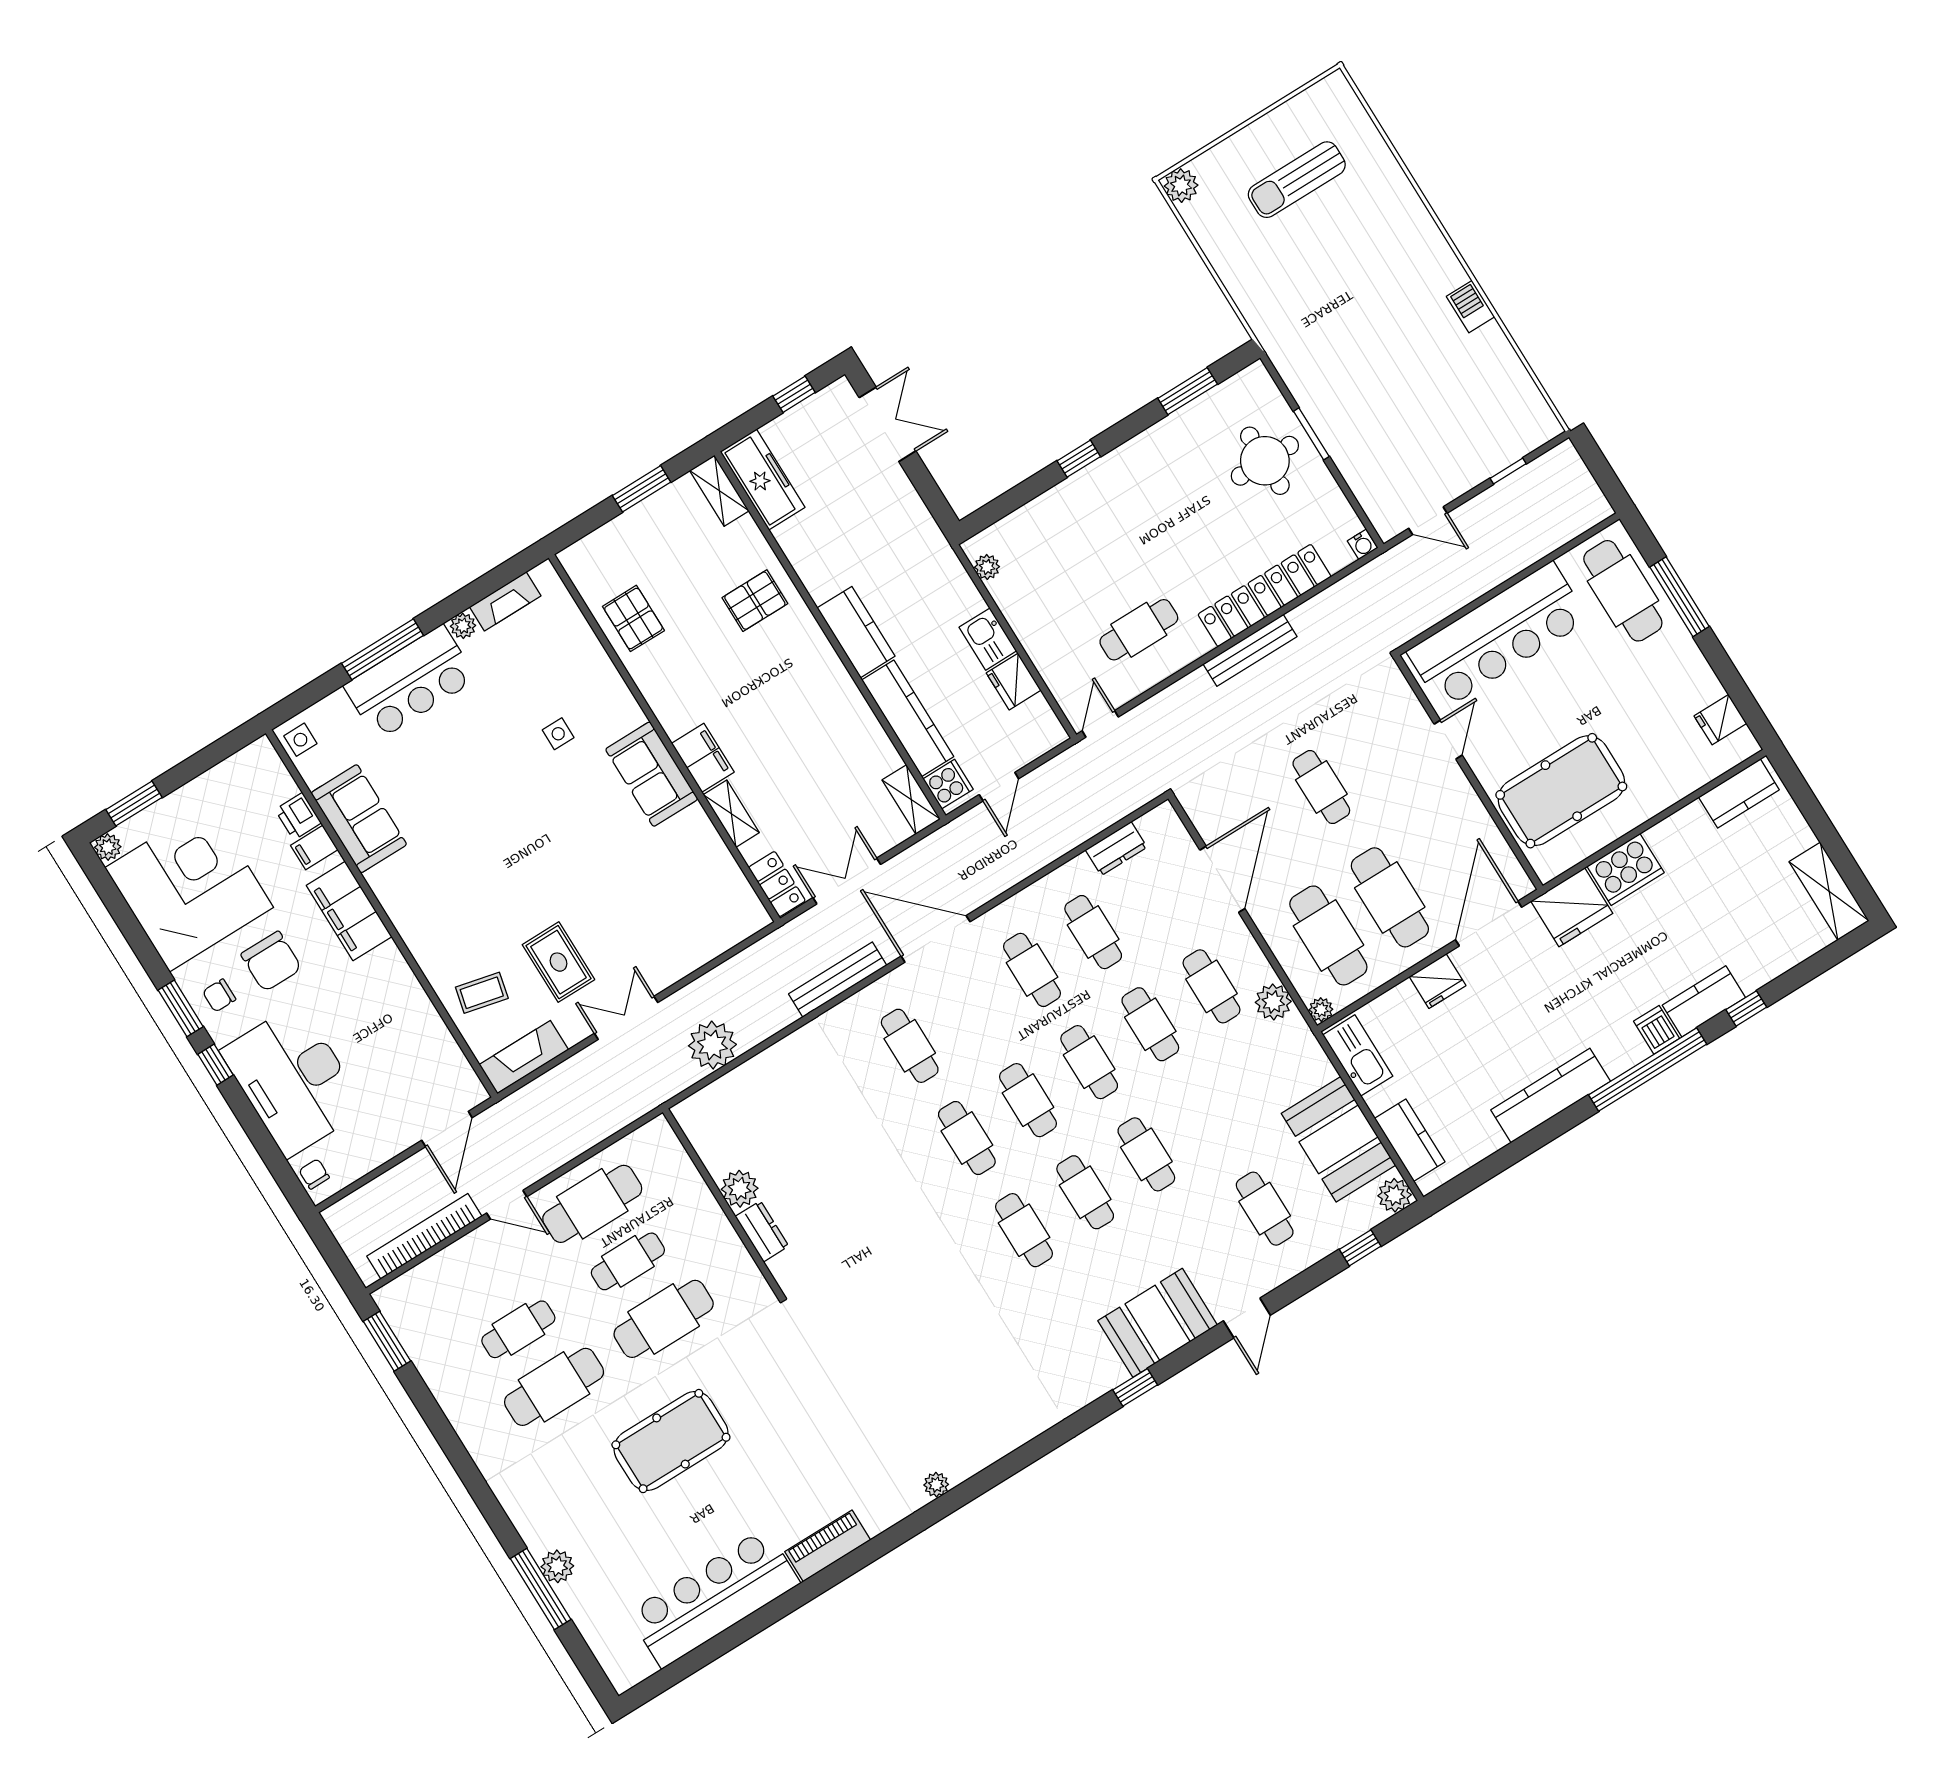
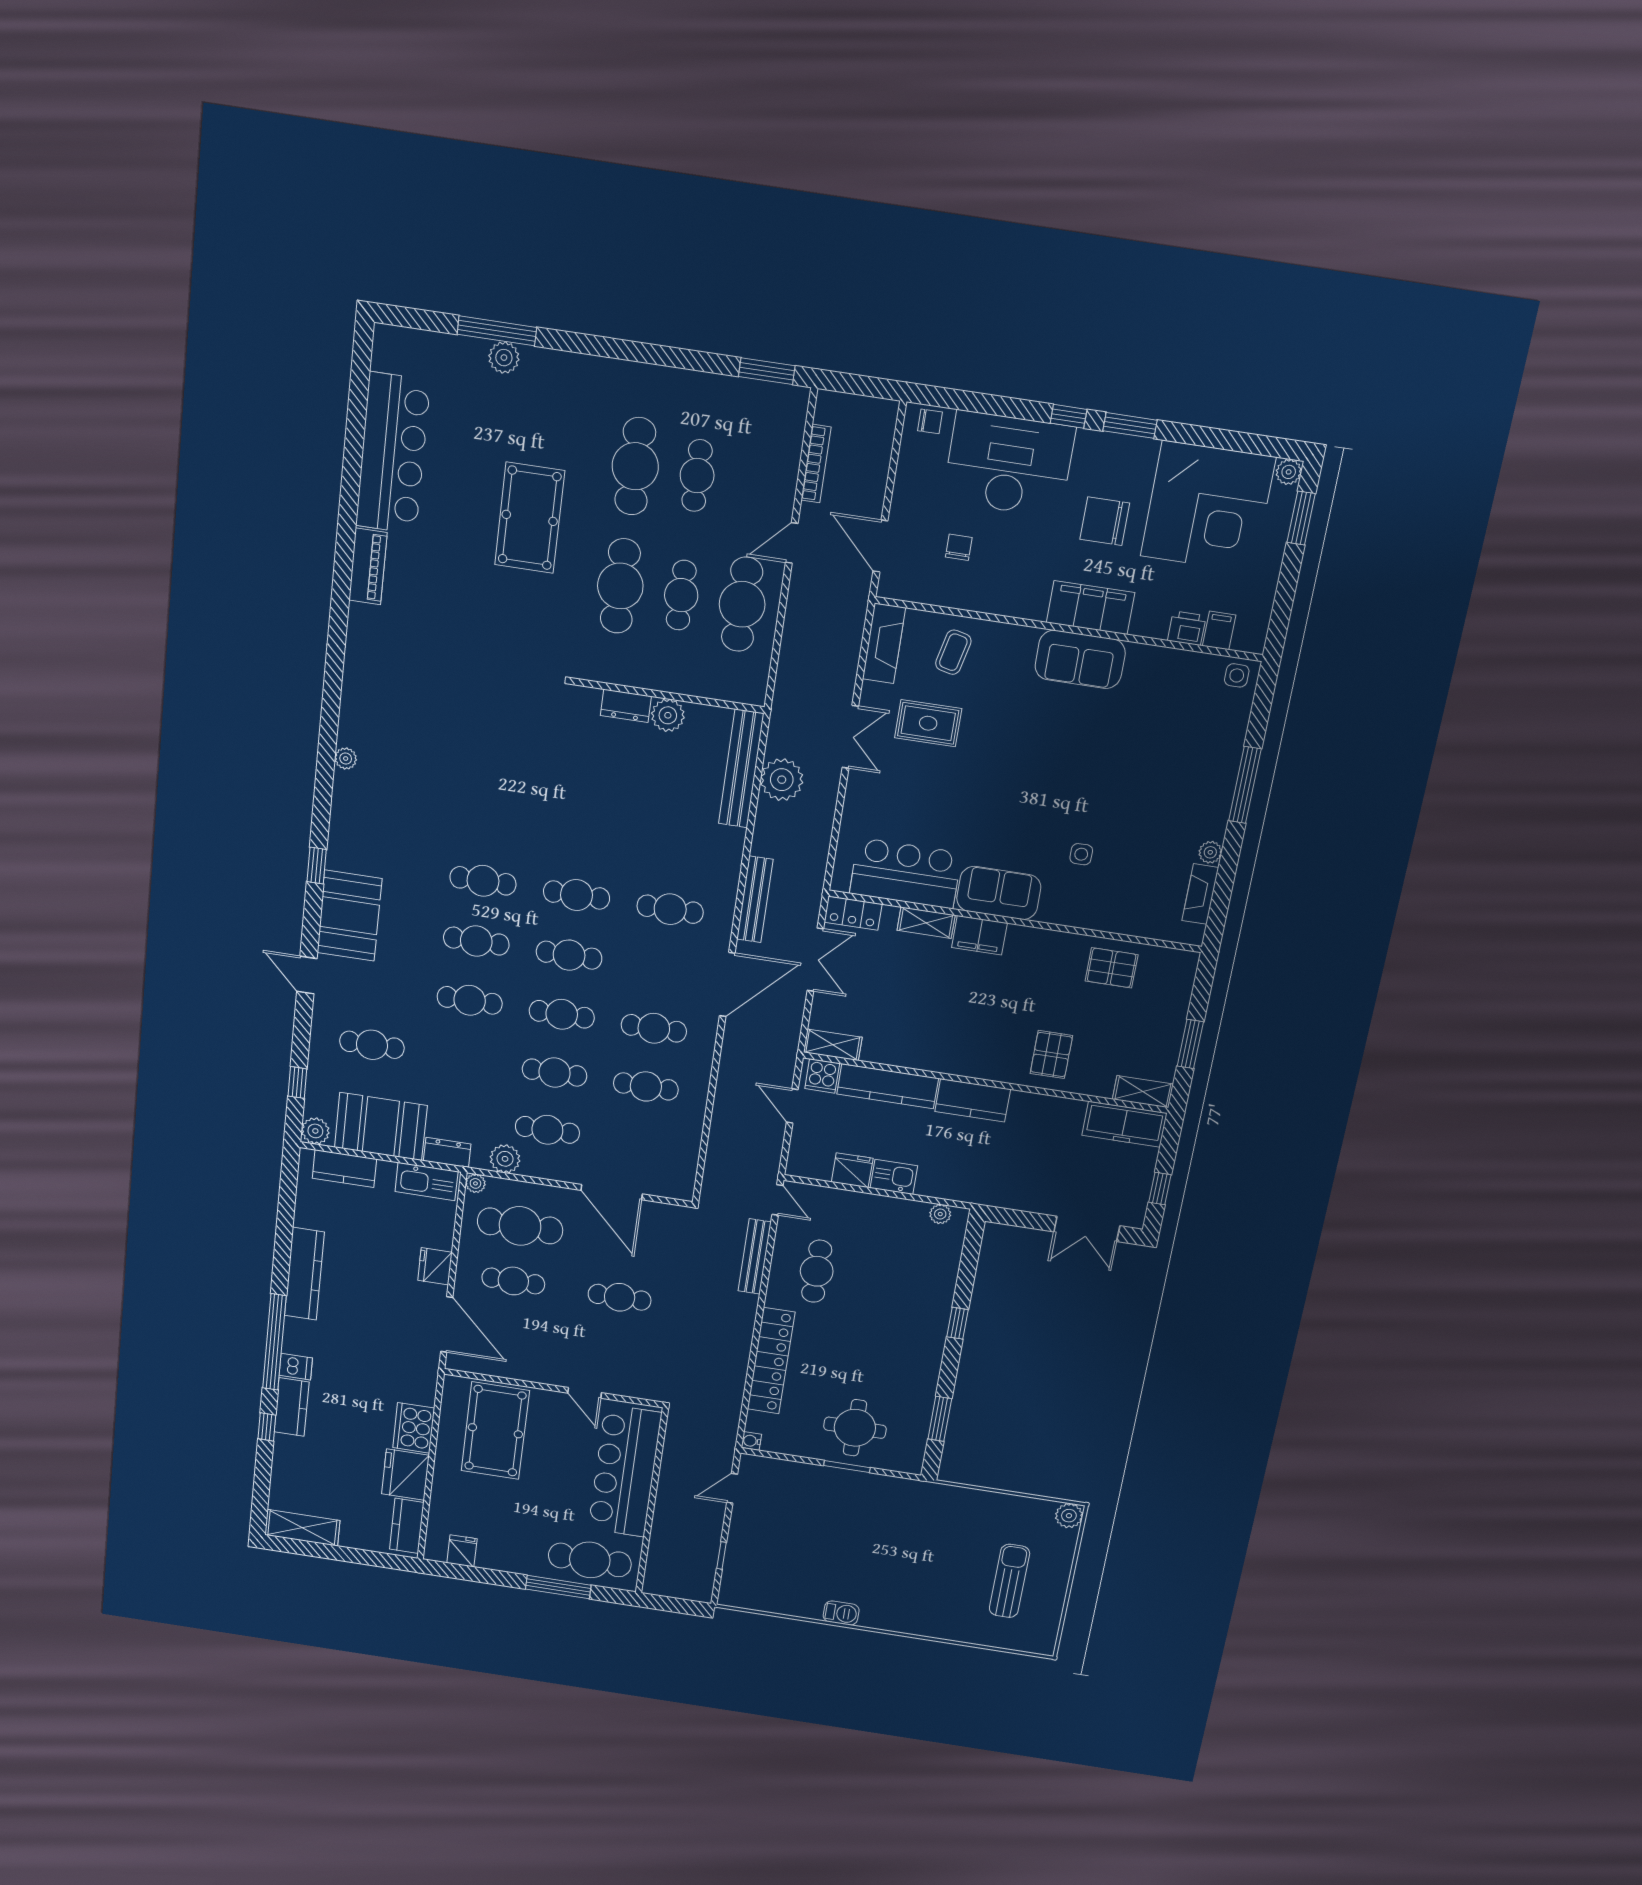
bench: (1250, 650) -> (755, 1257), moved
bar counter: (410, 682) -> (906, 873), moved, turned 90
sofa: (359, 819) -> (1080, 659), moved
filing cabinet: (314, 848) -> (1219, 630), moved
dresser: (1116, 849) -> (447, 1152), moved, turned 90
cafe table: (1390, 897) -> (513, 1281), width x0.73, depth x0.74
fridge: (1572, 907) -> (405, 1475), moved
chair: (219, 996) -> (959, 547), moved
bench: (732, 1088) -> (741, 769), added
bookcase: (424, 1236) -> (816, 464), width x0.68, depth x0.76
plant: (936, 1485) -> (346, 759), moved

